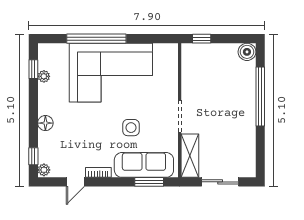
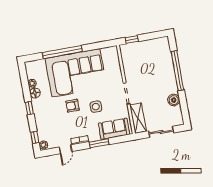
boiler: (247, 52) -> (174, 100), moved
window: (33, 69) -> (29, 108), moved
armchair: (97, 120) -> (72, 106), added
floor lamp: (45, 123) -> (35, 93), moved
sofa: (144, 165) -> (114, 129), width x0.73
window: (149, 182) -> (99, 143), moved

